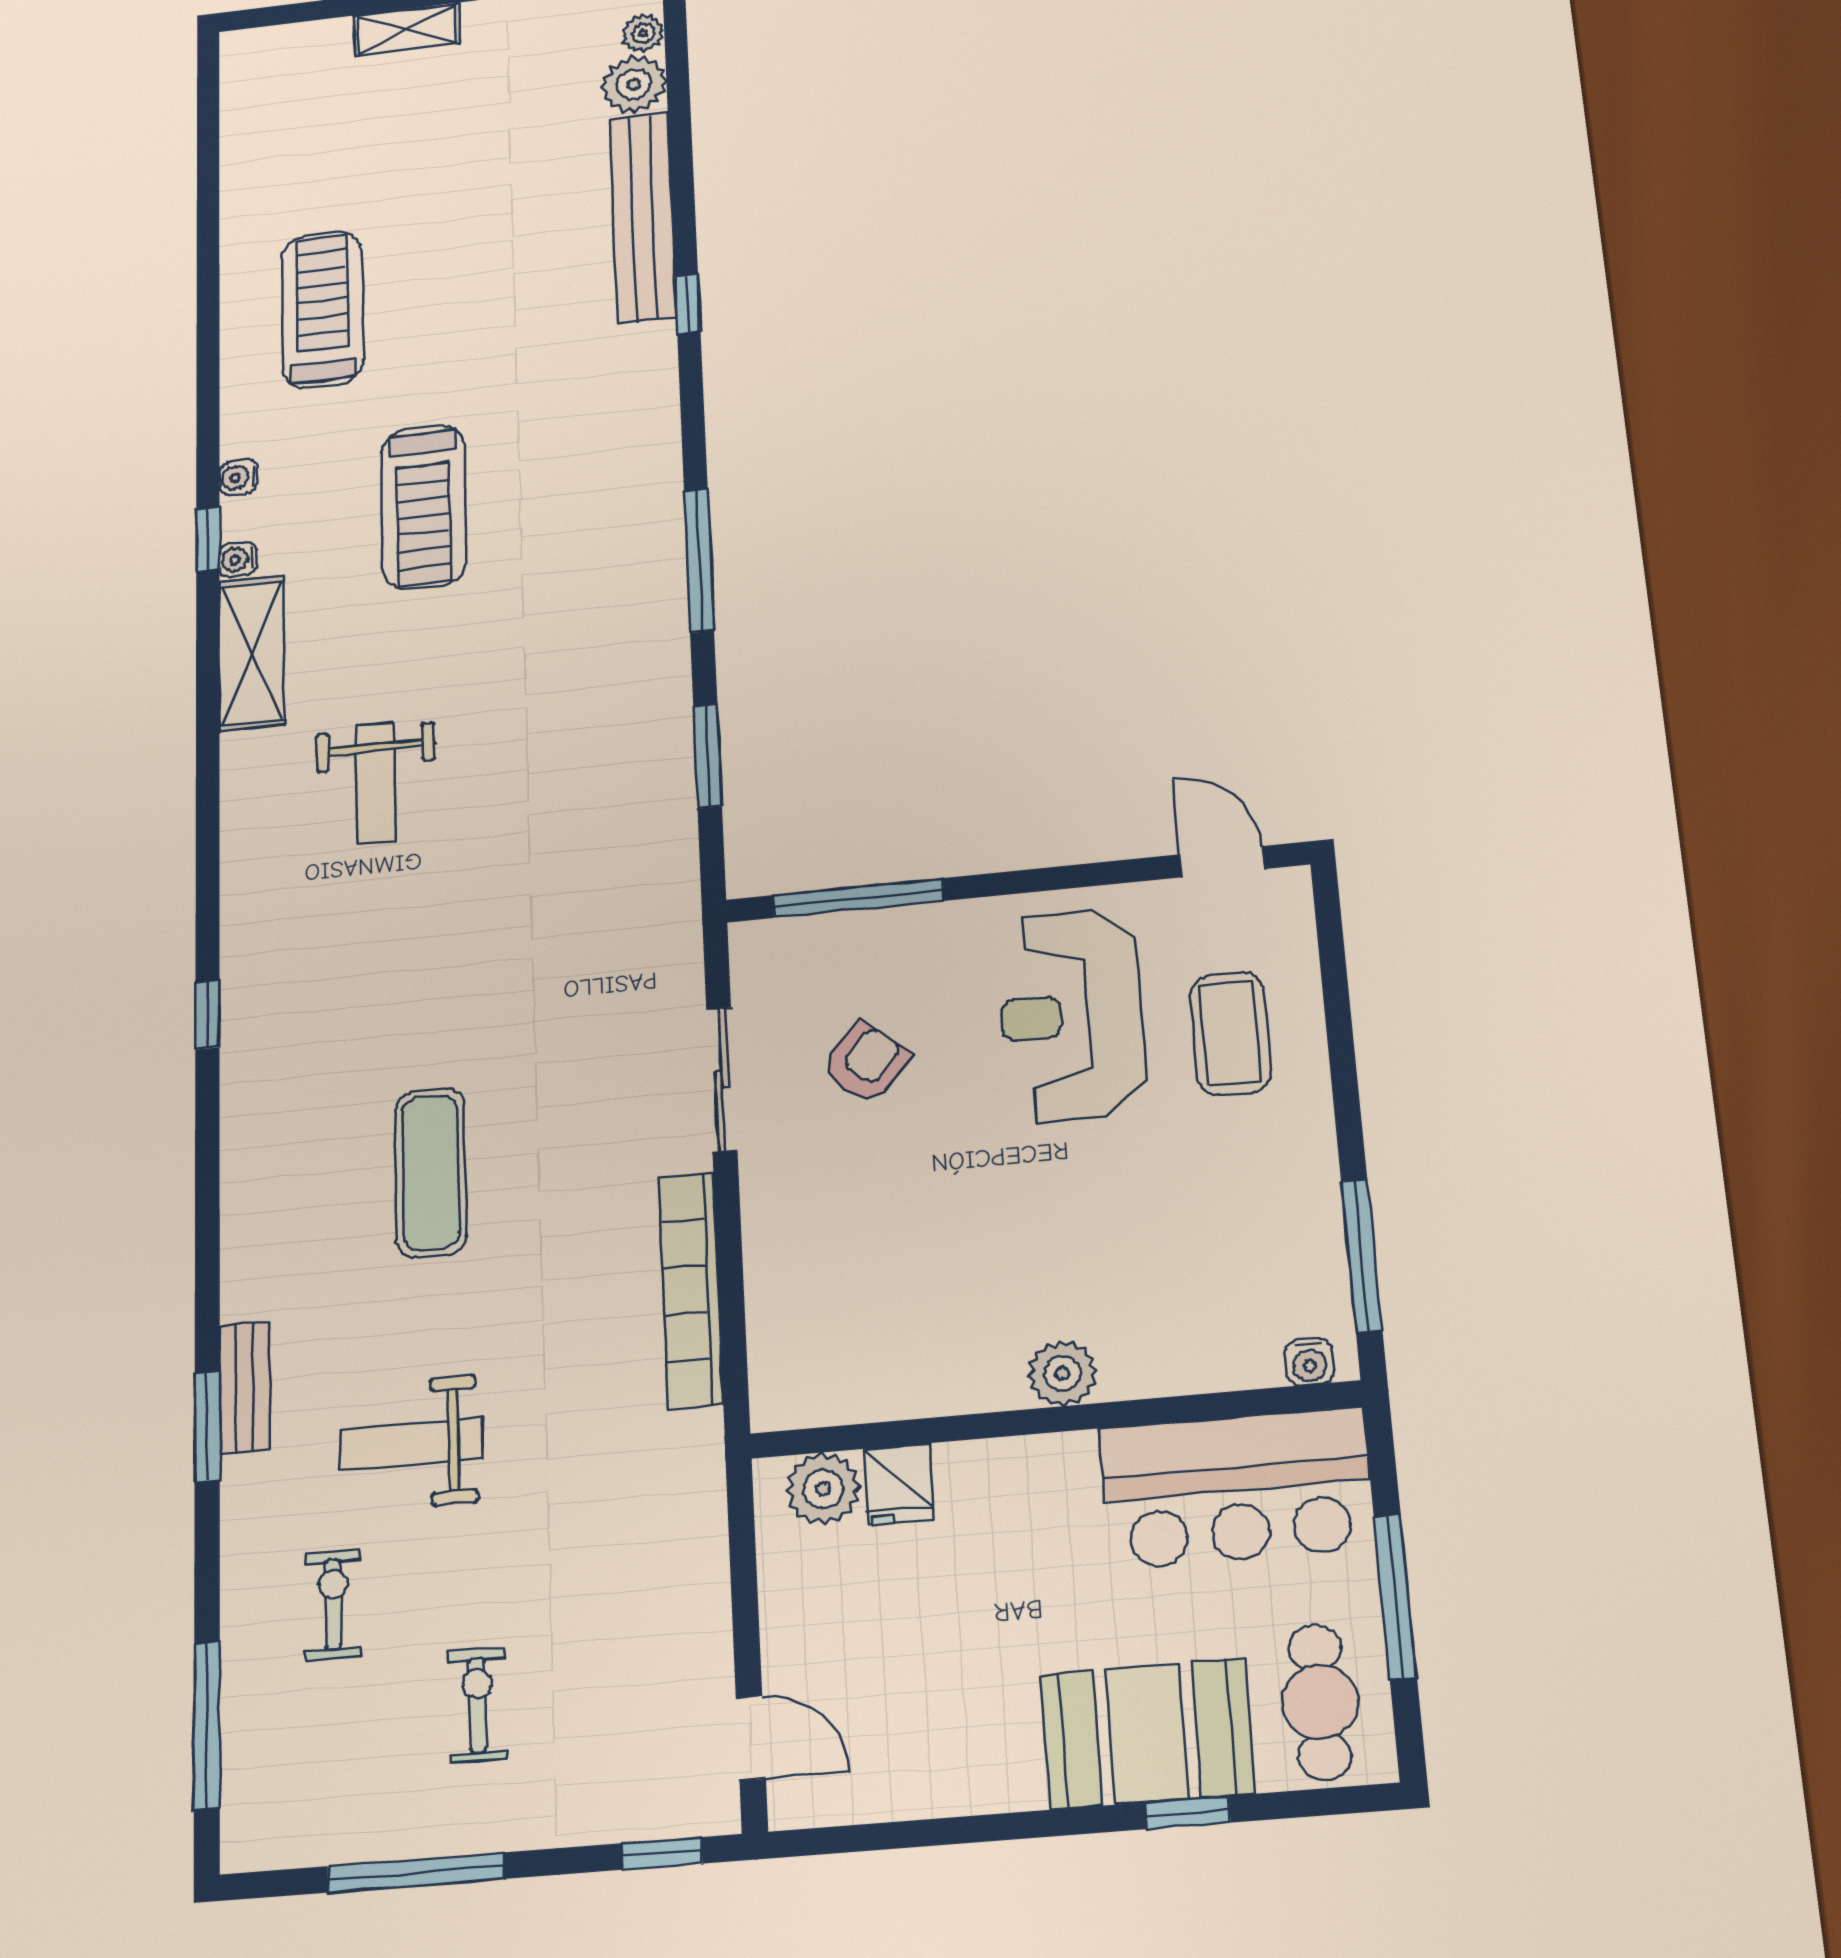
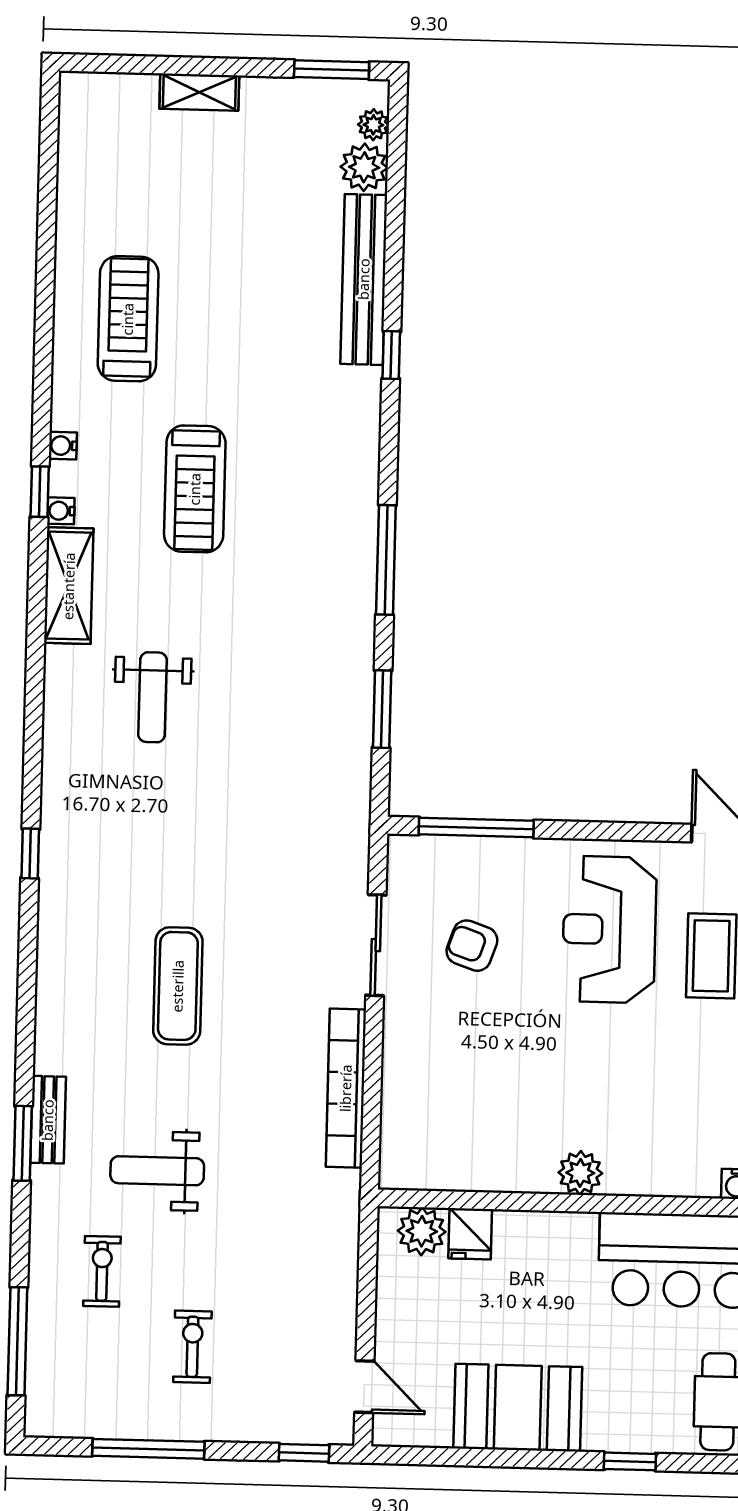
armchair: (866, 1063) -> (472, 946), turned -112
booth: (1147, 1734) -> (518, 1408), moved

